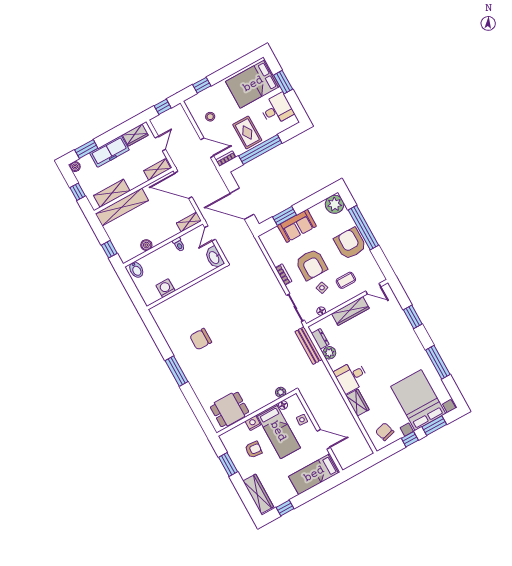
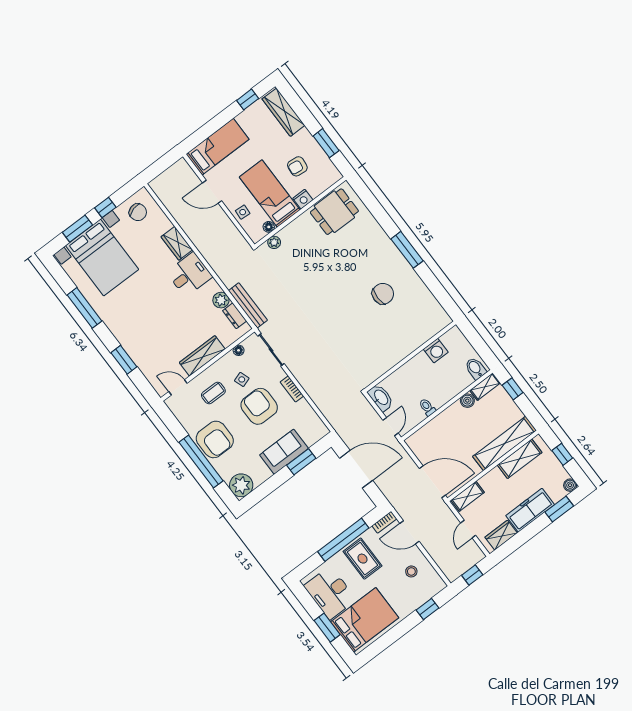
desk: (277, 109) -> (330, 593), width x1.37
shelving: (189, 222) -> (485, 387), moved

